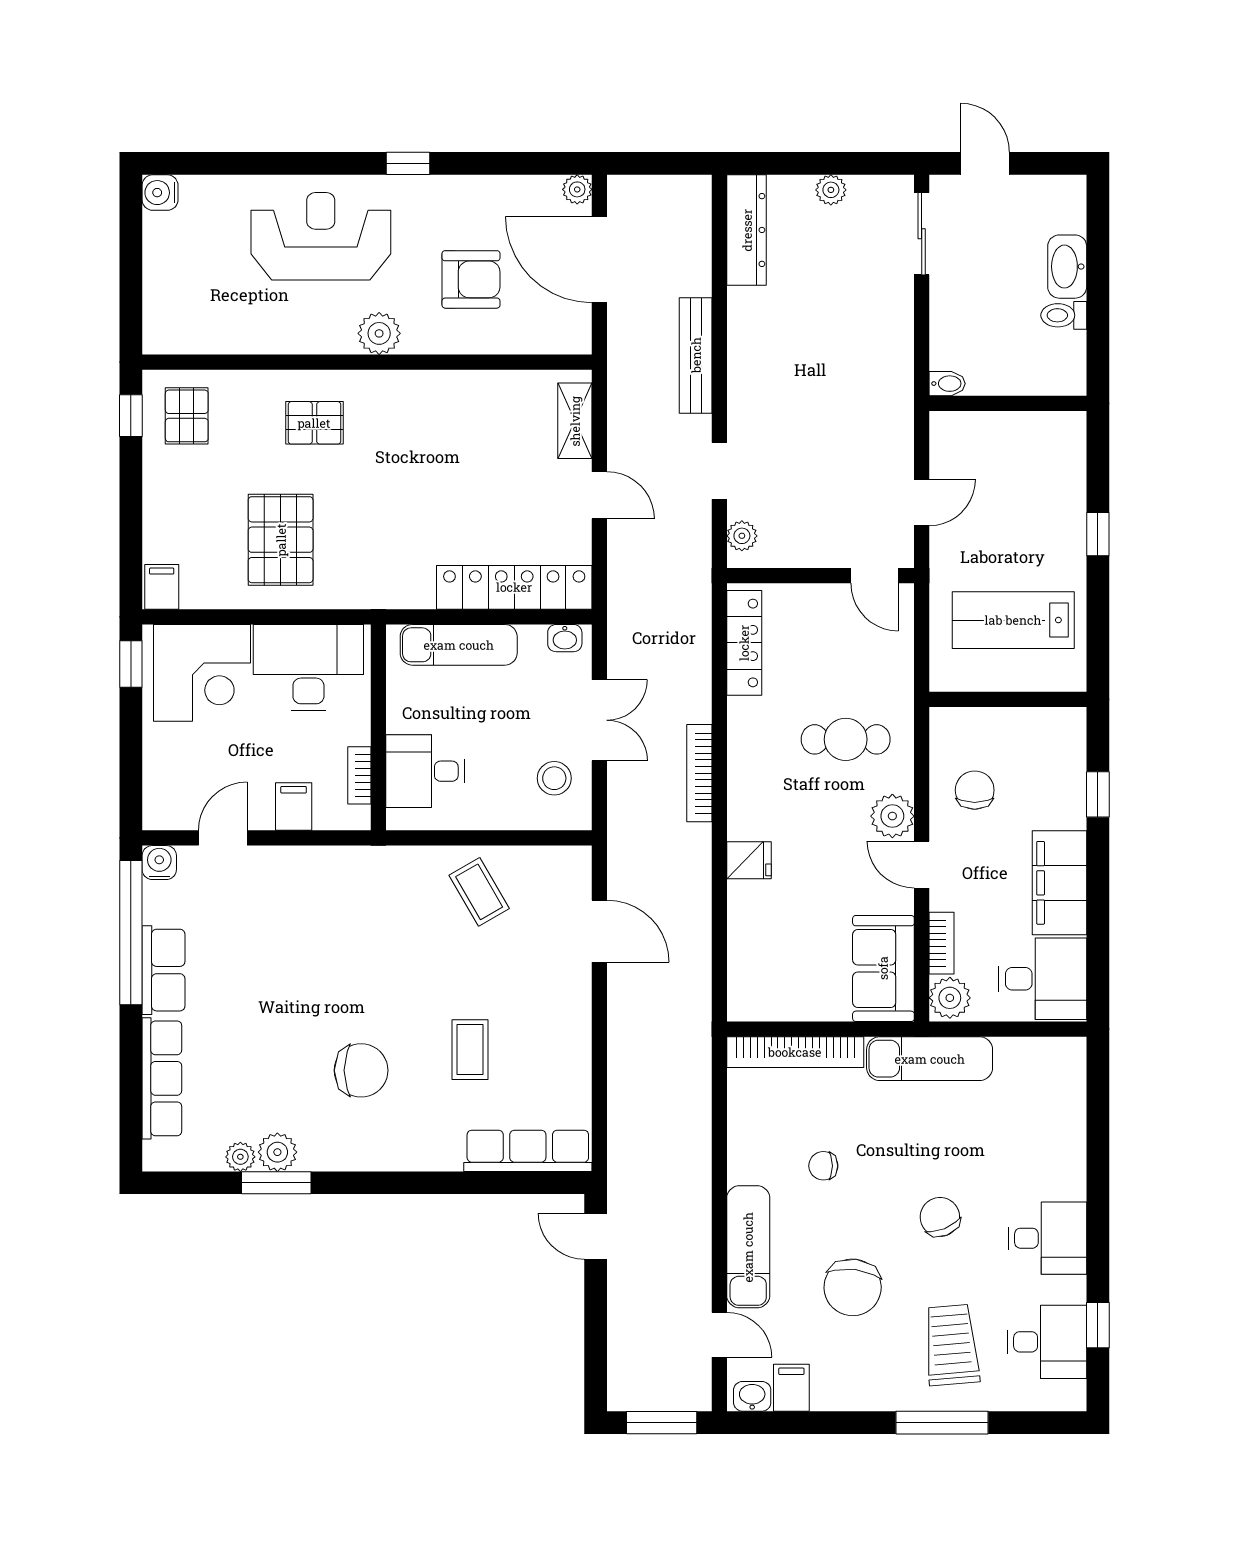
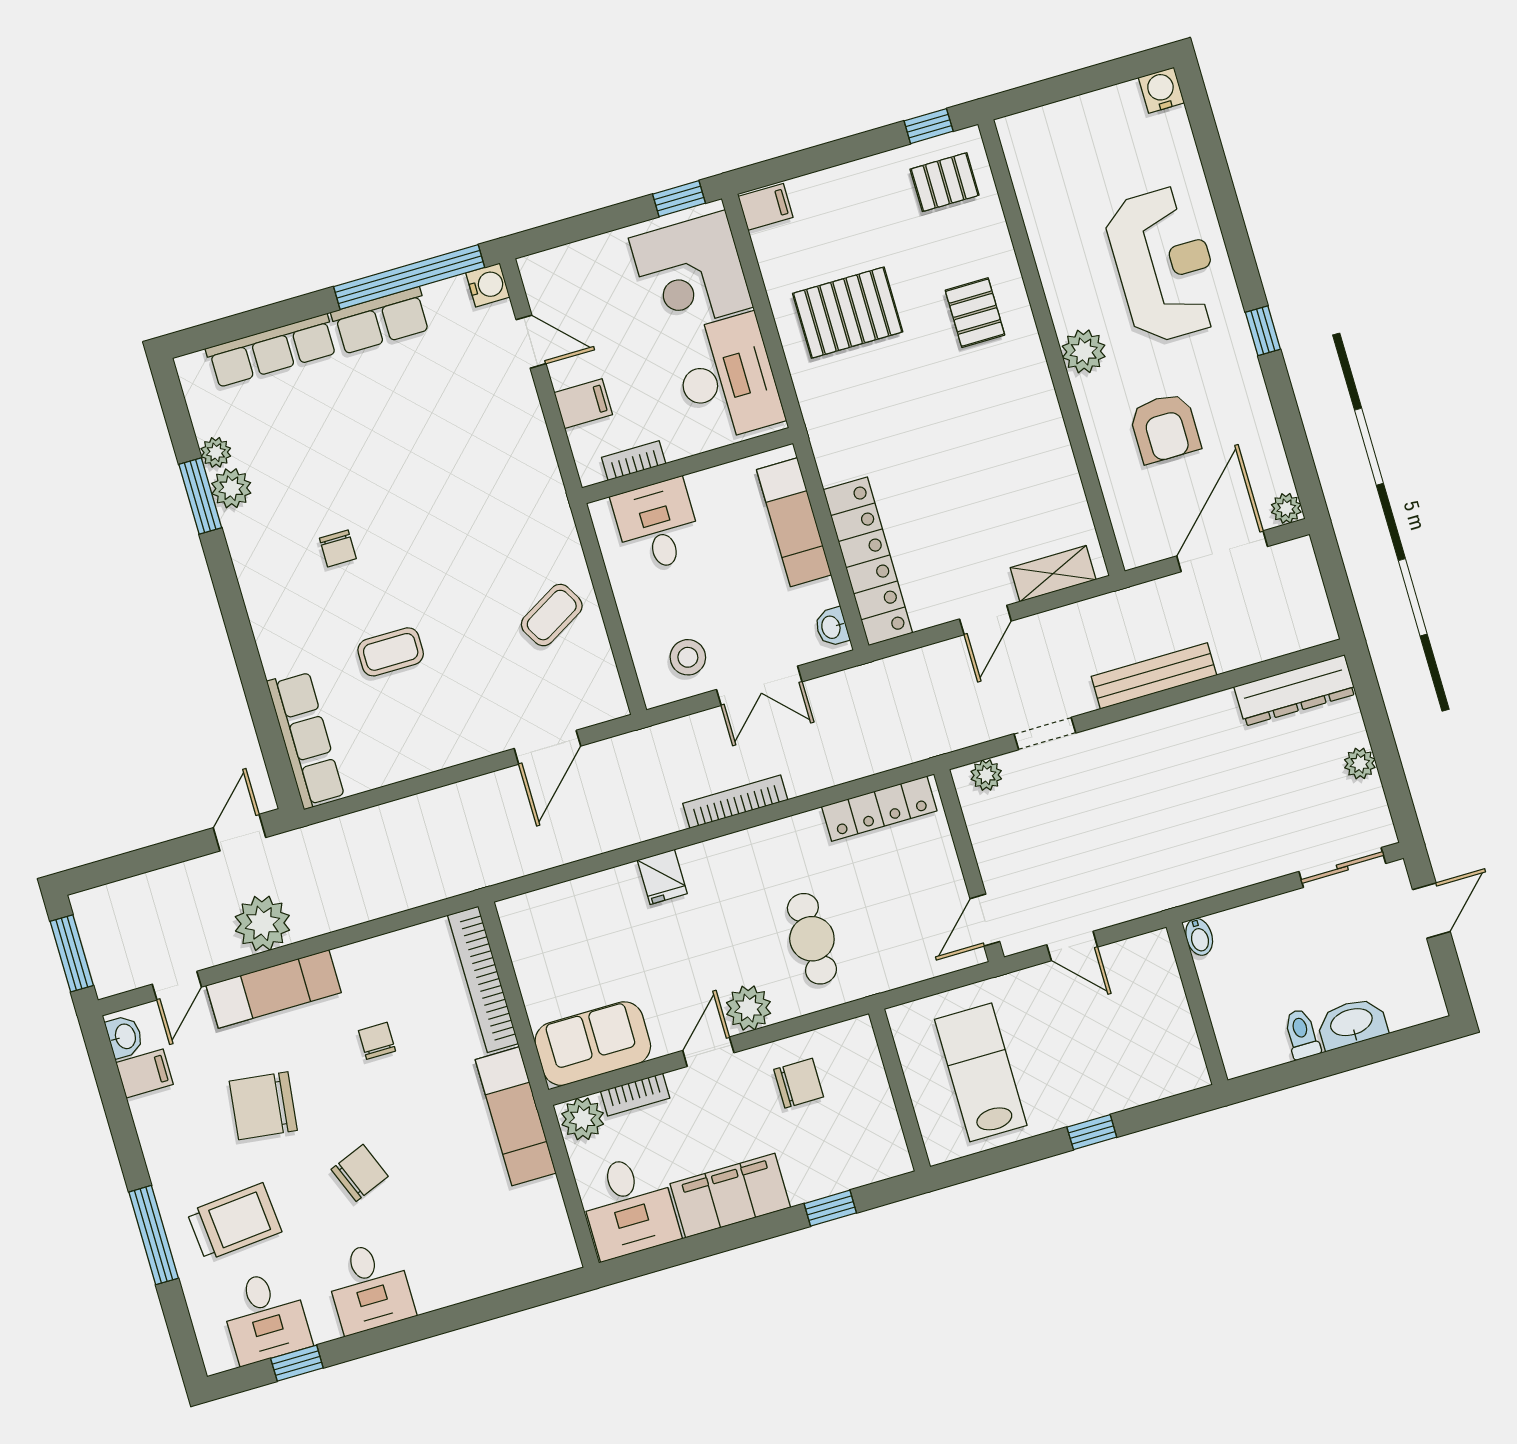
chair: (361, 1070) -> (338, 548), width x0.54, depth x0.54
plant: (685, 1240) -> (262, 923), added

